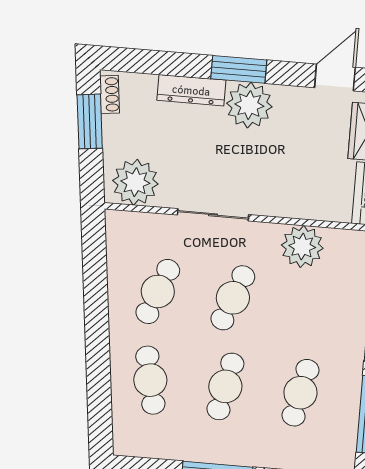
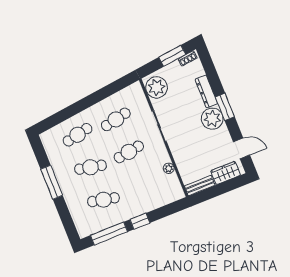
plant: (302, 247) -> (169, 168), width x0.53, depth x0.53
cafe table: (158, 291) -> (116, 119), turned -33
cafe table: (233, 298) -> (129, 152), turned -30

